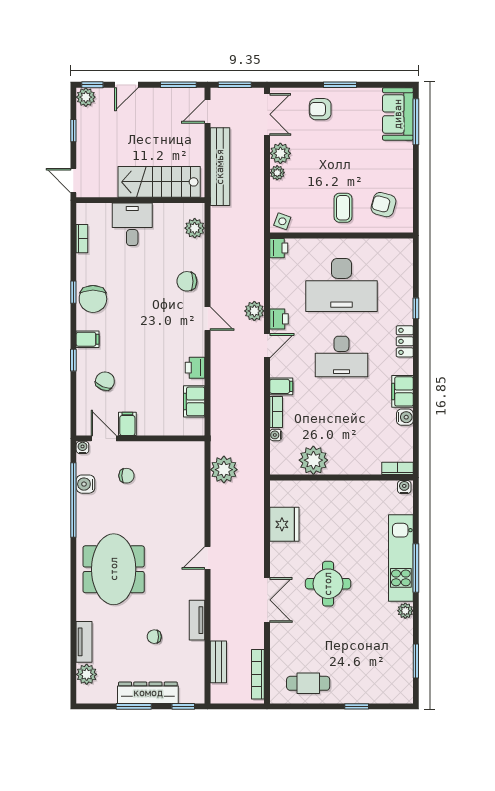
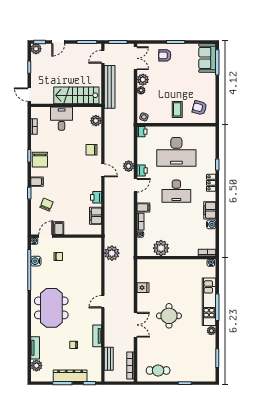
door: (104, 438) -> (46, 236), hinge flipped
fridge: (284, 524) -> (143, 288), width x0.53, depth x0.75

